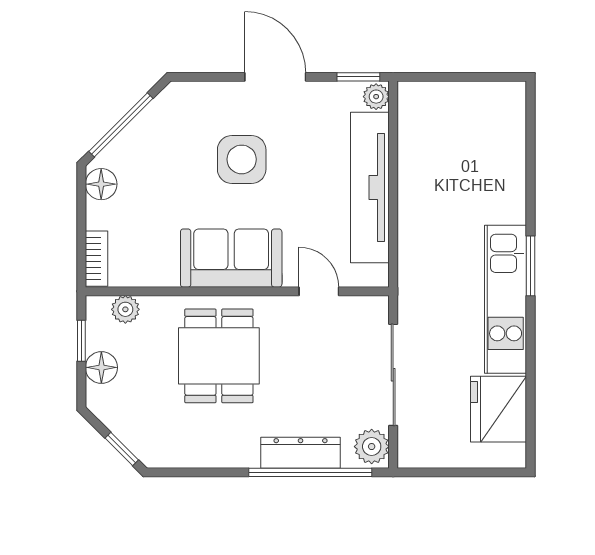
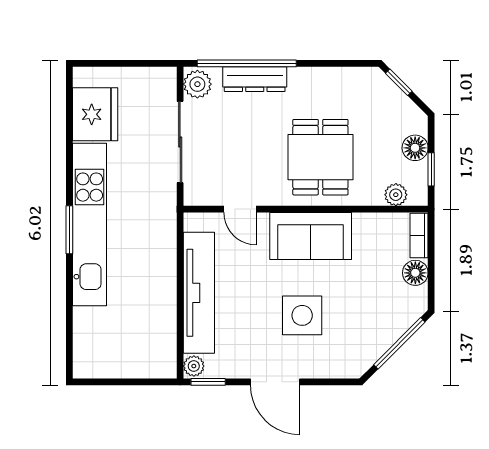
floor lamp: (101, 184) -> (415, 273), moved
kitchen unit: (506, 299) -> (90, 225), width x1.36

